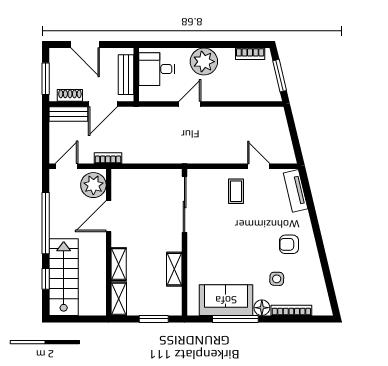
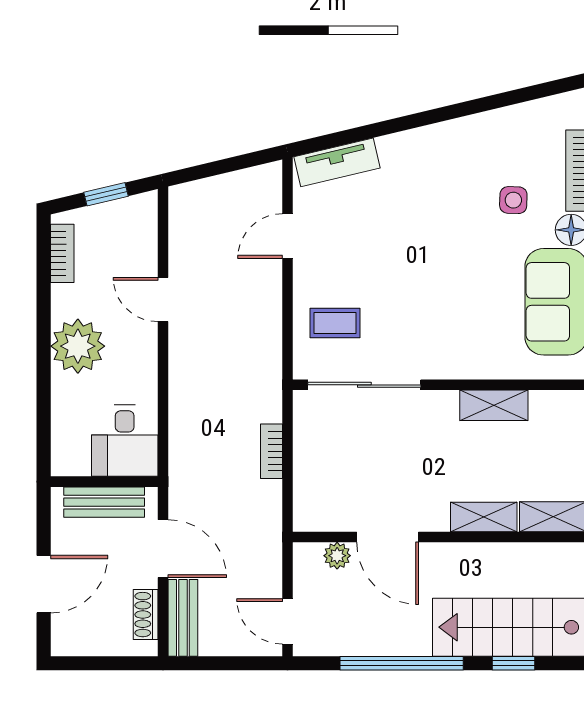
desk: (157, 69) -> (125, 441), moved
window: (280, 76) -> (106, 194), width x0.67
window: (46, 79) -> (112, 663), removed
door: (190, 104) -> (163, 299), moved
bookcase: (108, 158) -> (271, 451), moved
plant: (93, 185) -> (337, 556), width x0.53, depth x0.53
coffee table: (236, 191) -> (335, 323), moved
armchair: (289, 244) -> (444, 175), removed

